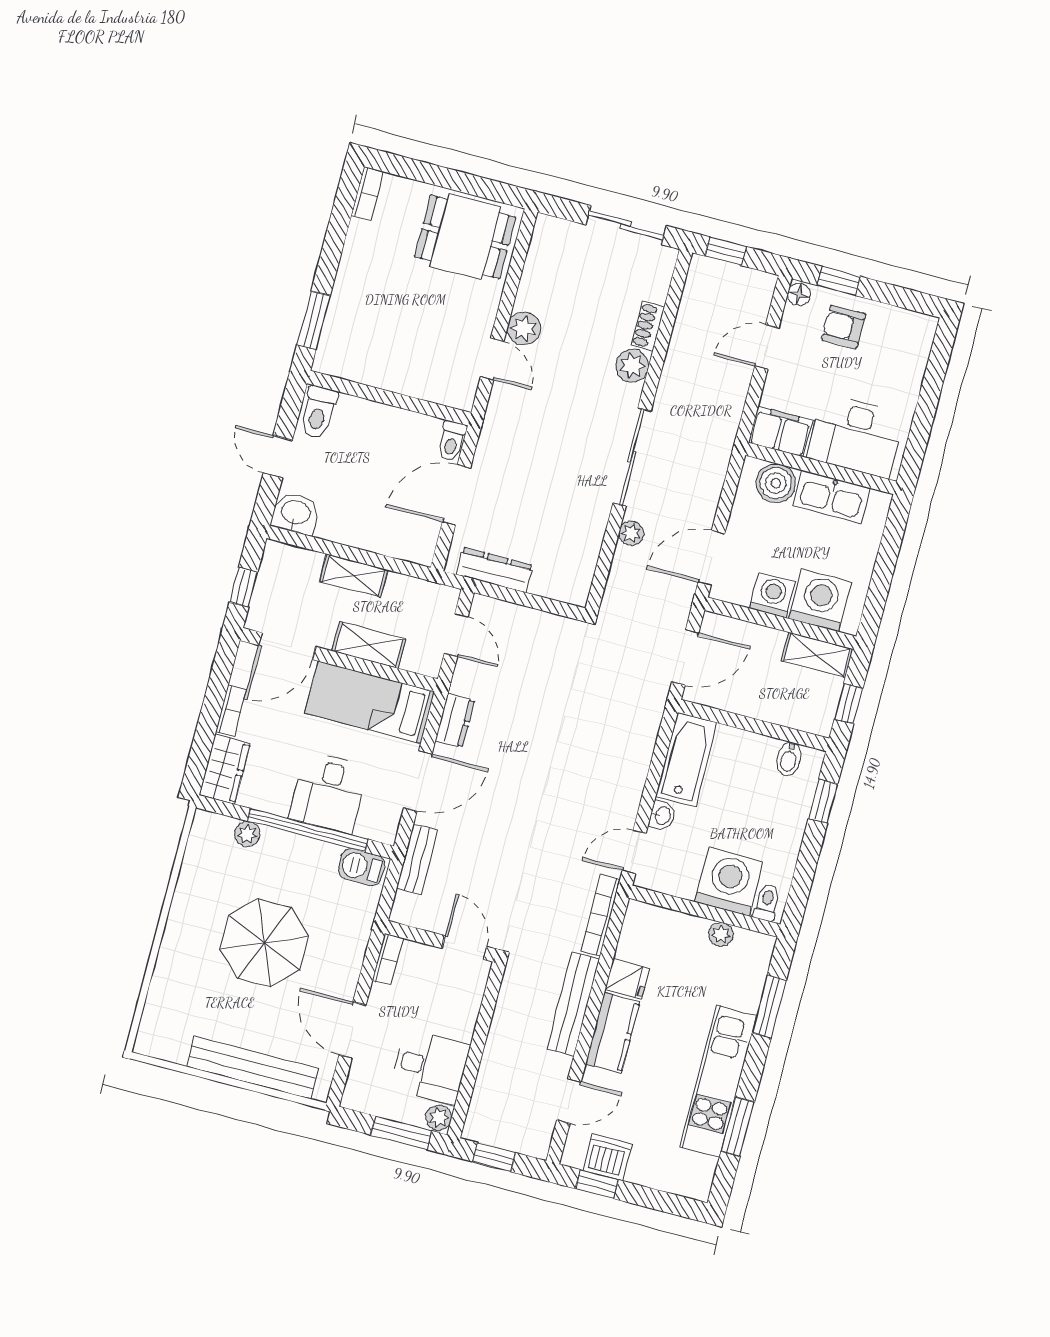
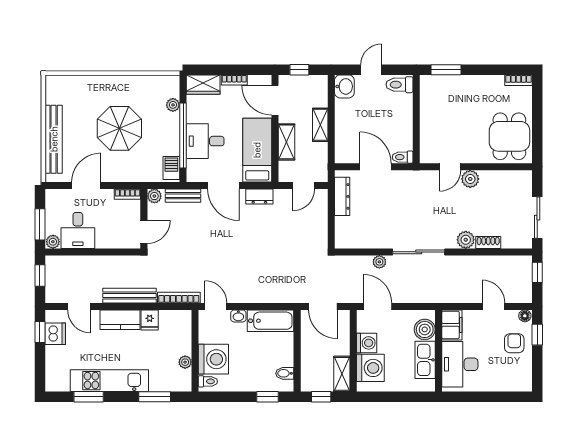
plant: (404, 911) -> (154, 196), added

